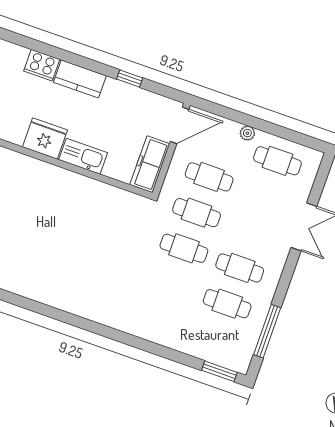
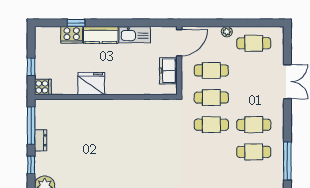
window: (130, 79) -> (76, 23), moved
kitchen sink: (83, 156) -> (135, 35), moved, turned 180
freezer: (150, 164) -> (168, 71), width x0.71

